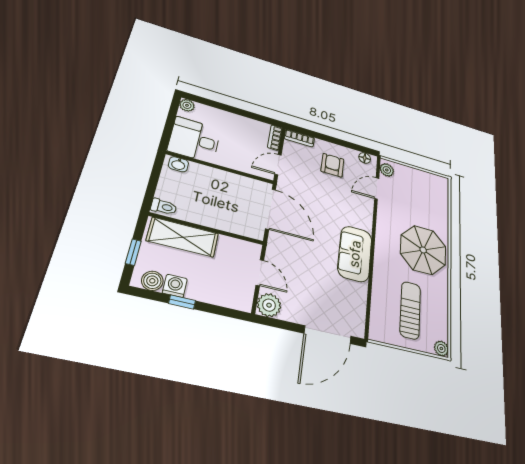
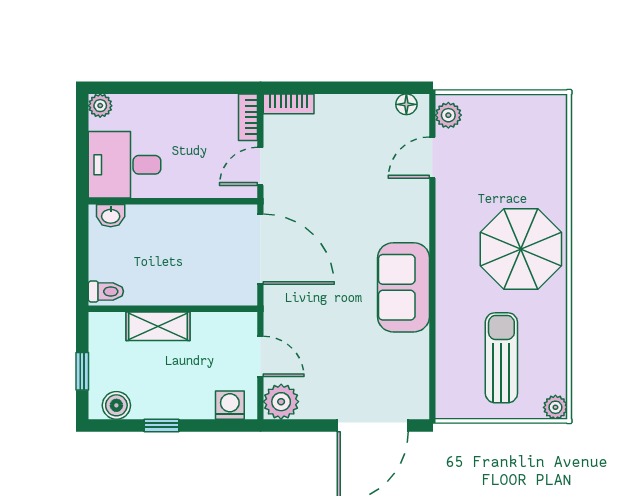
armchair: (332, 165) -> (351, 138), removed
shelving: (183, 237) -> (158, 326), width x0.67, depth x0.75
washing machine: (175, 286) -> (230, 405), moved

